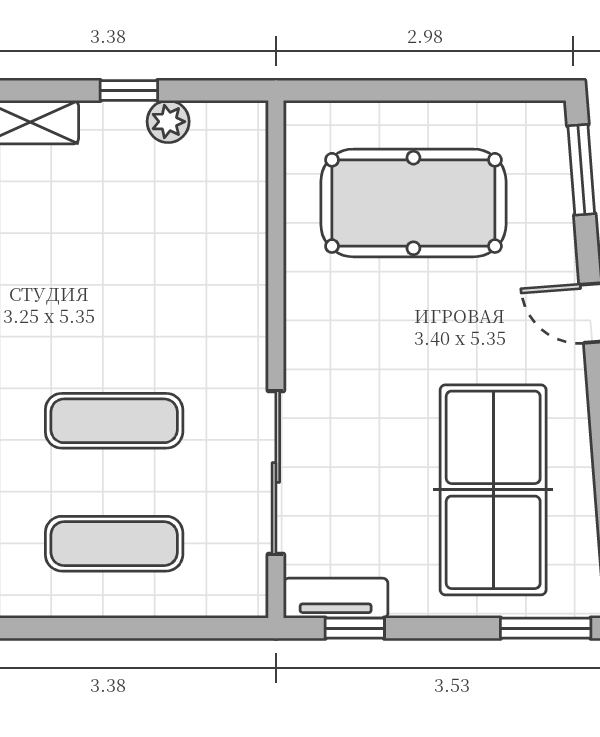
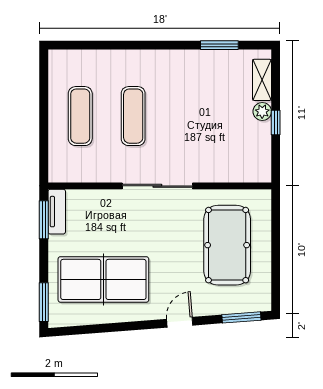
plant: (168, 122) -> (262, 111), moved
sliding door: (276, 473) -> (157, 186), moved
window: (355, 628) -> (44, 220), width x1.50

